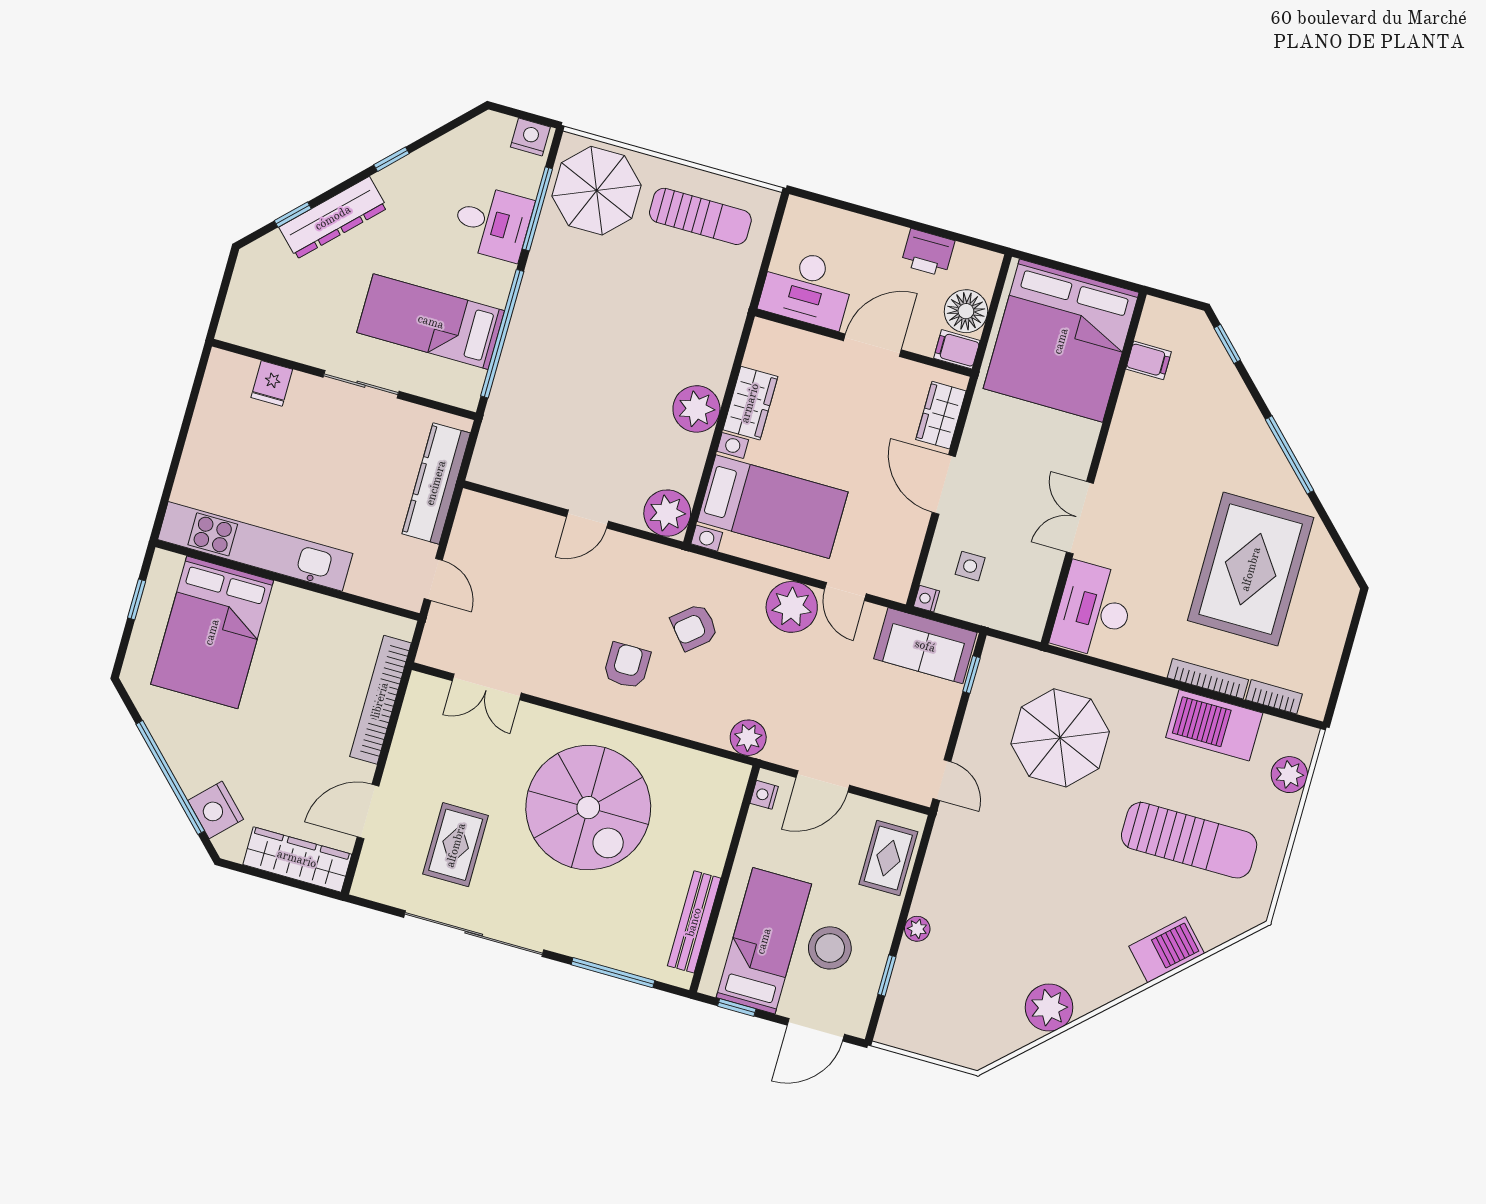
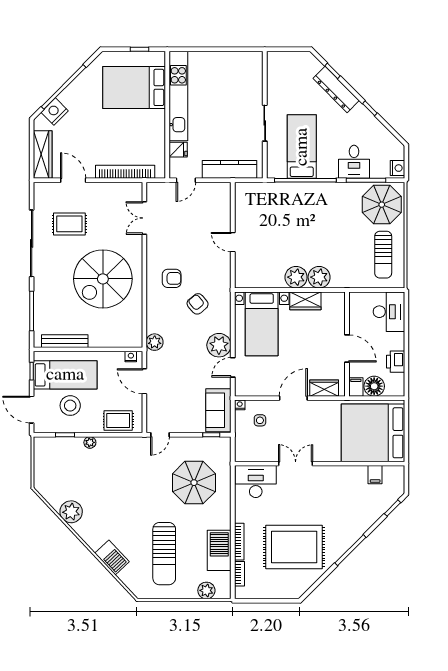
desk: (807, 288) -> (389, 312), moved, turned 180
fridge: (272, 383) -> (178, 150), moved, turned 180
plant: (667, 513) -> (319, 277), moved

